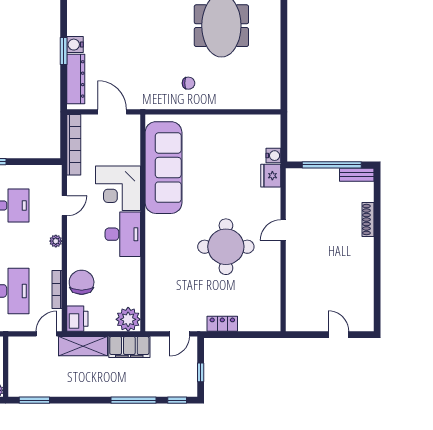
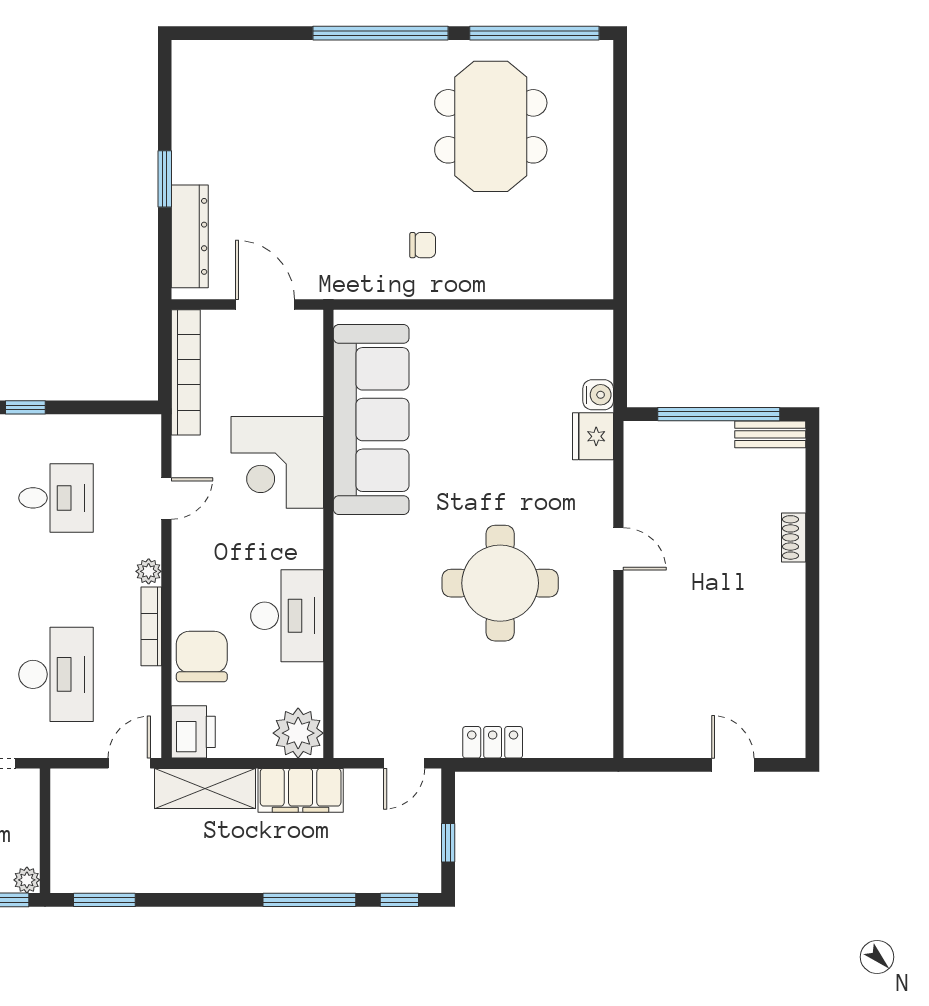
water cooler: (75, 45) -> (188, 165), removed
shoe rack: (368, 220) -> (794, 537), width x0.70
door: (283, 230) -> (618, 549), swing flipped
desk: (123, 234) -> (287, 616), moved
bookcase: (57, 290) -> (151, 626), moved

